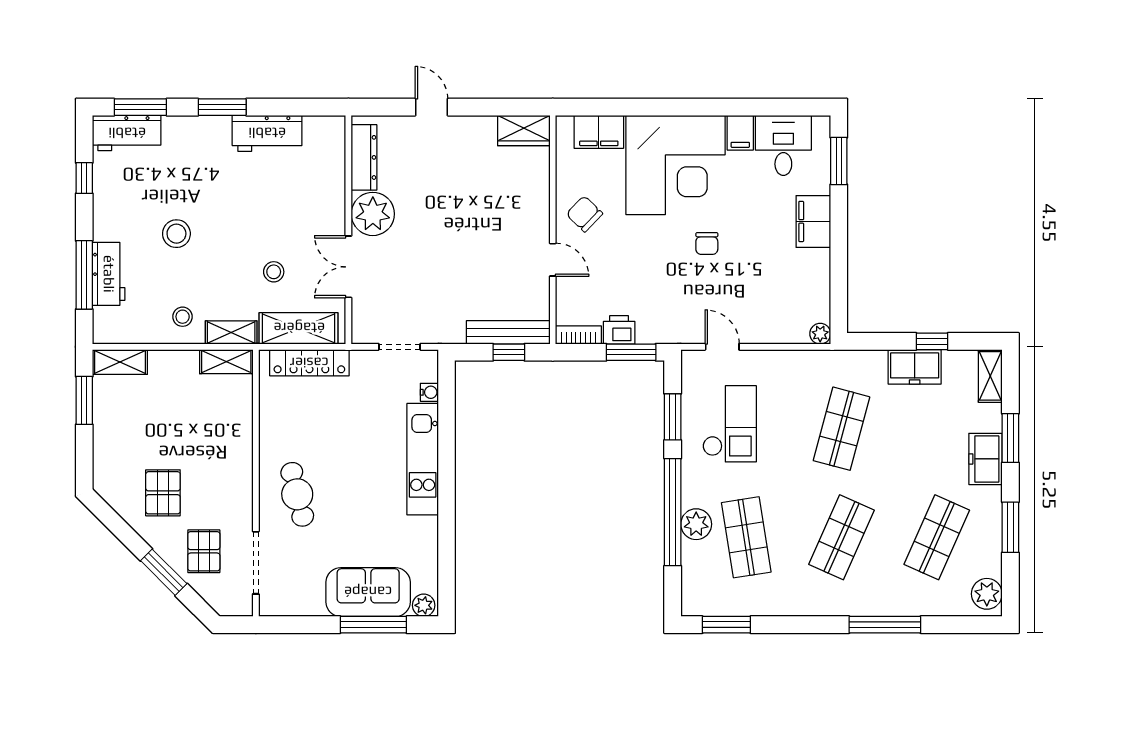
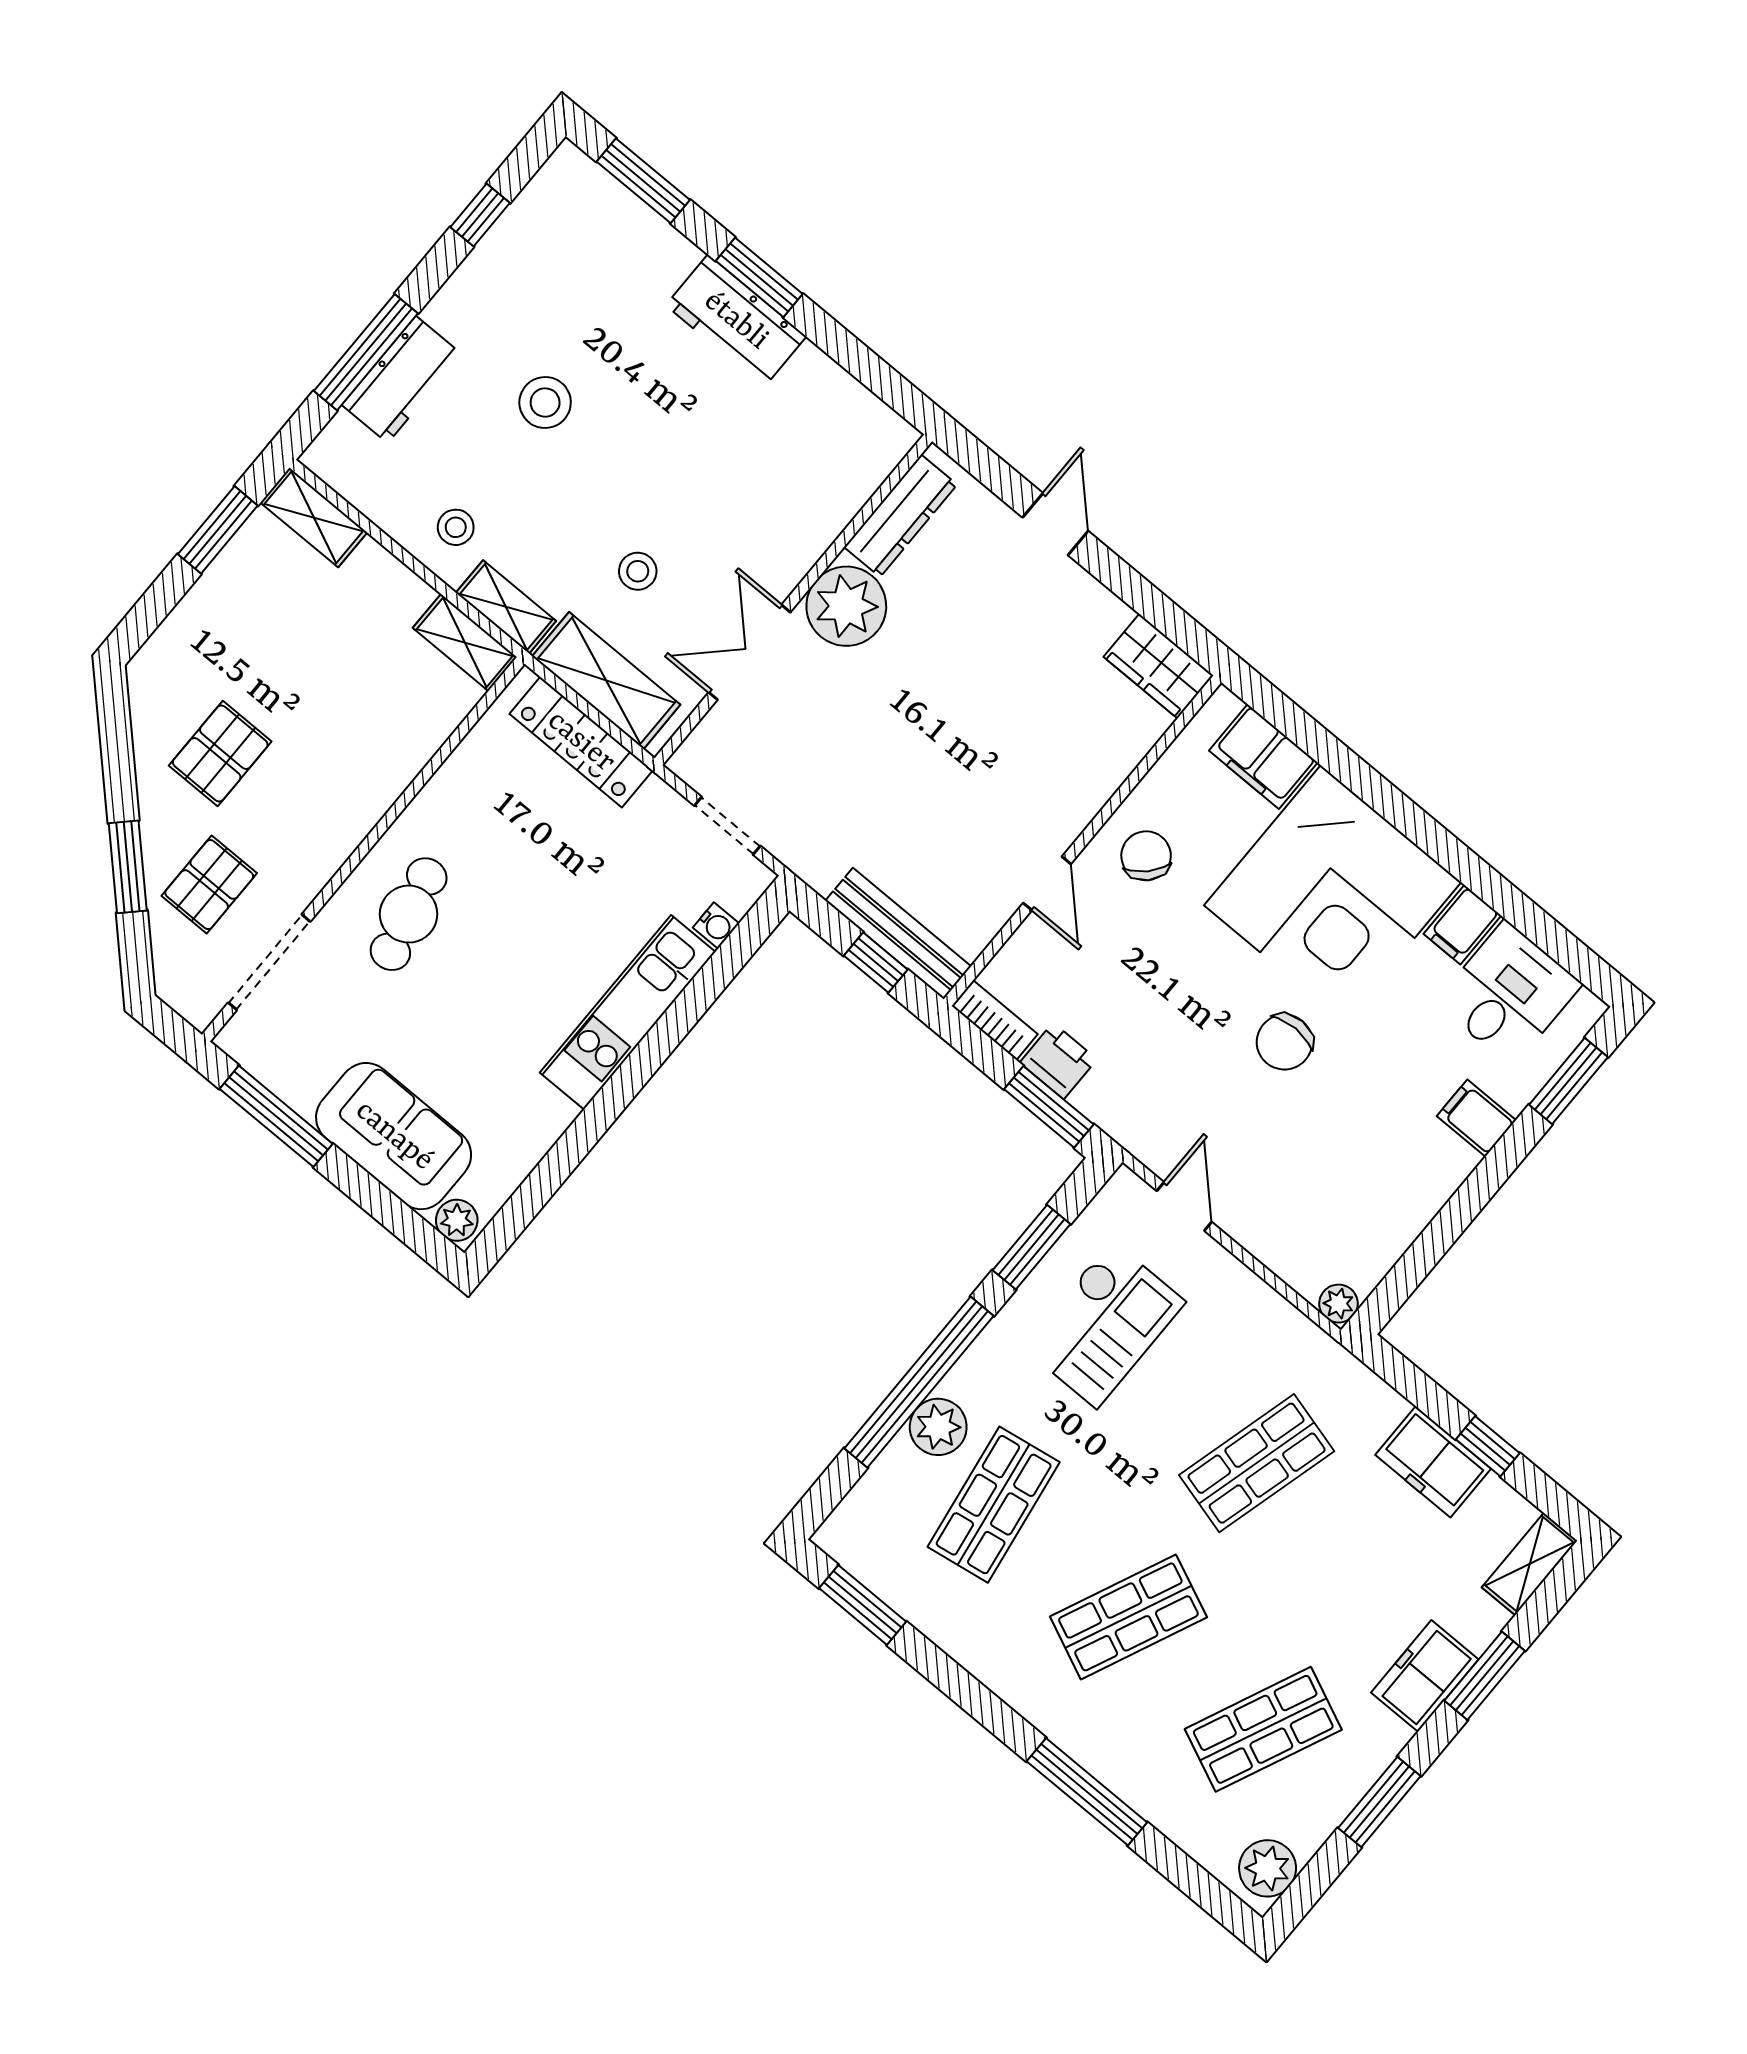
workbench: (127, 133) -> (593, 201), removed
workbench: (267, 133) -> (736, 321), moved
filing cabinet: (813, 221) -> (1476, 1118), width x0.50
chair: (707, 243) -> (1284, 1042), width x1.37, depth x1.37
window: (373, 625) -> (276, 1116), moved

